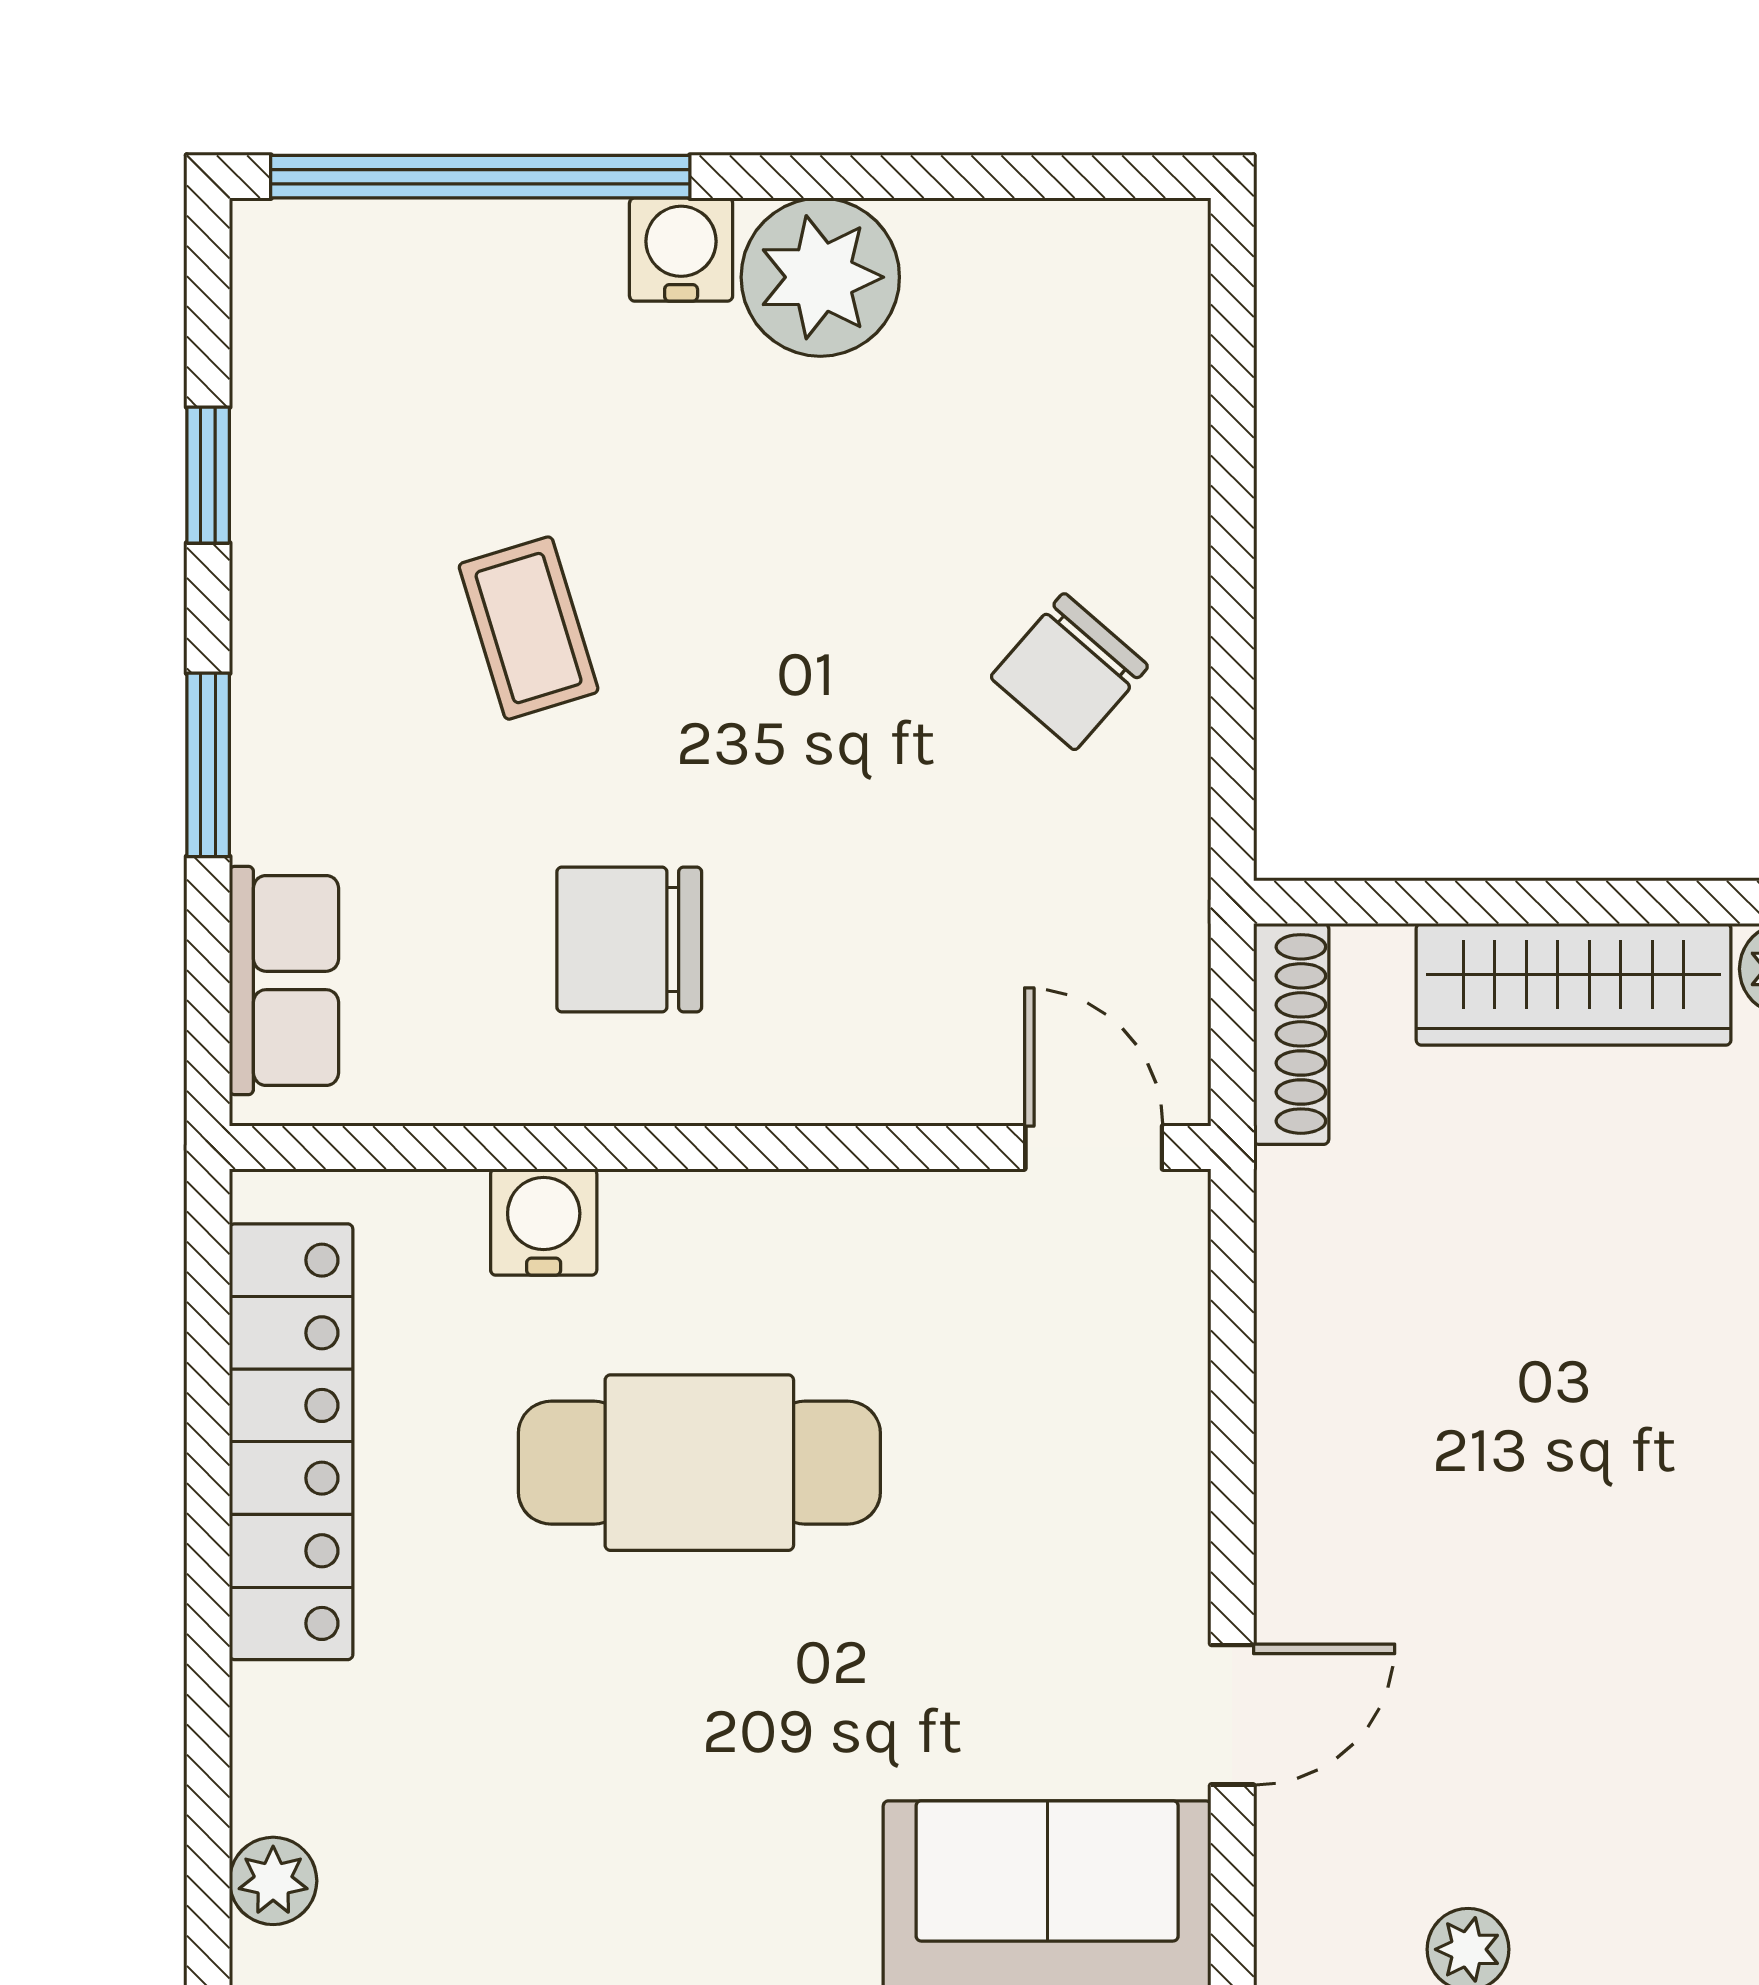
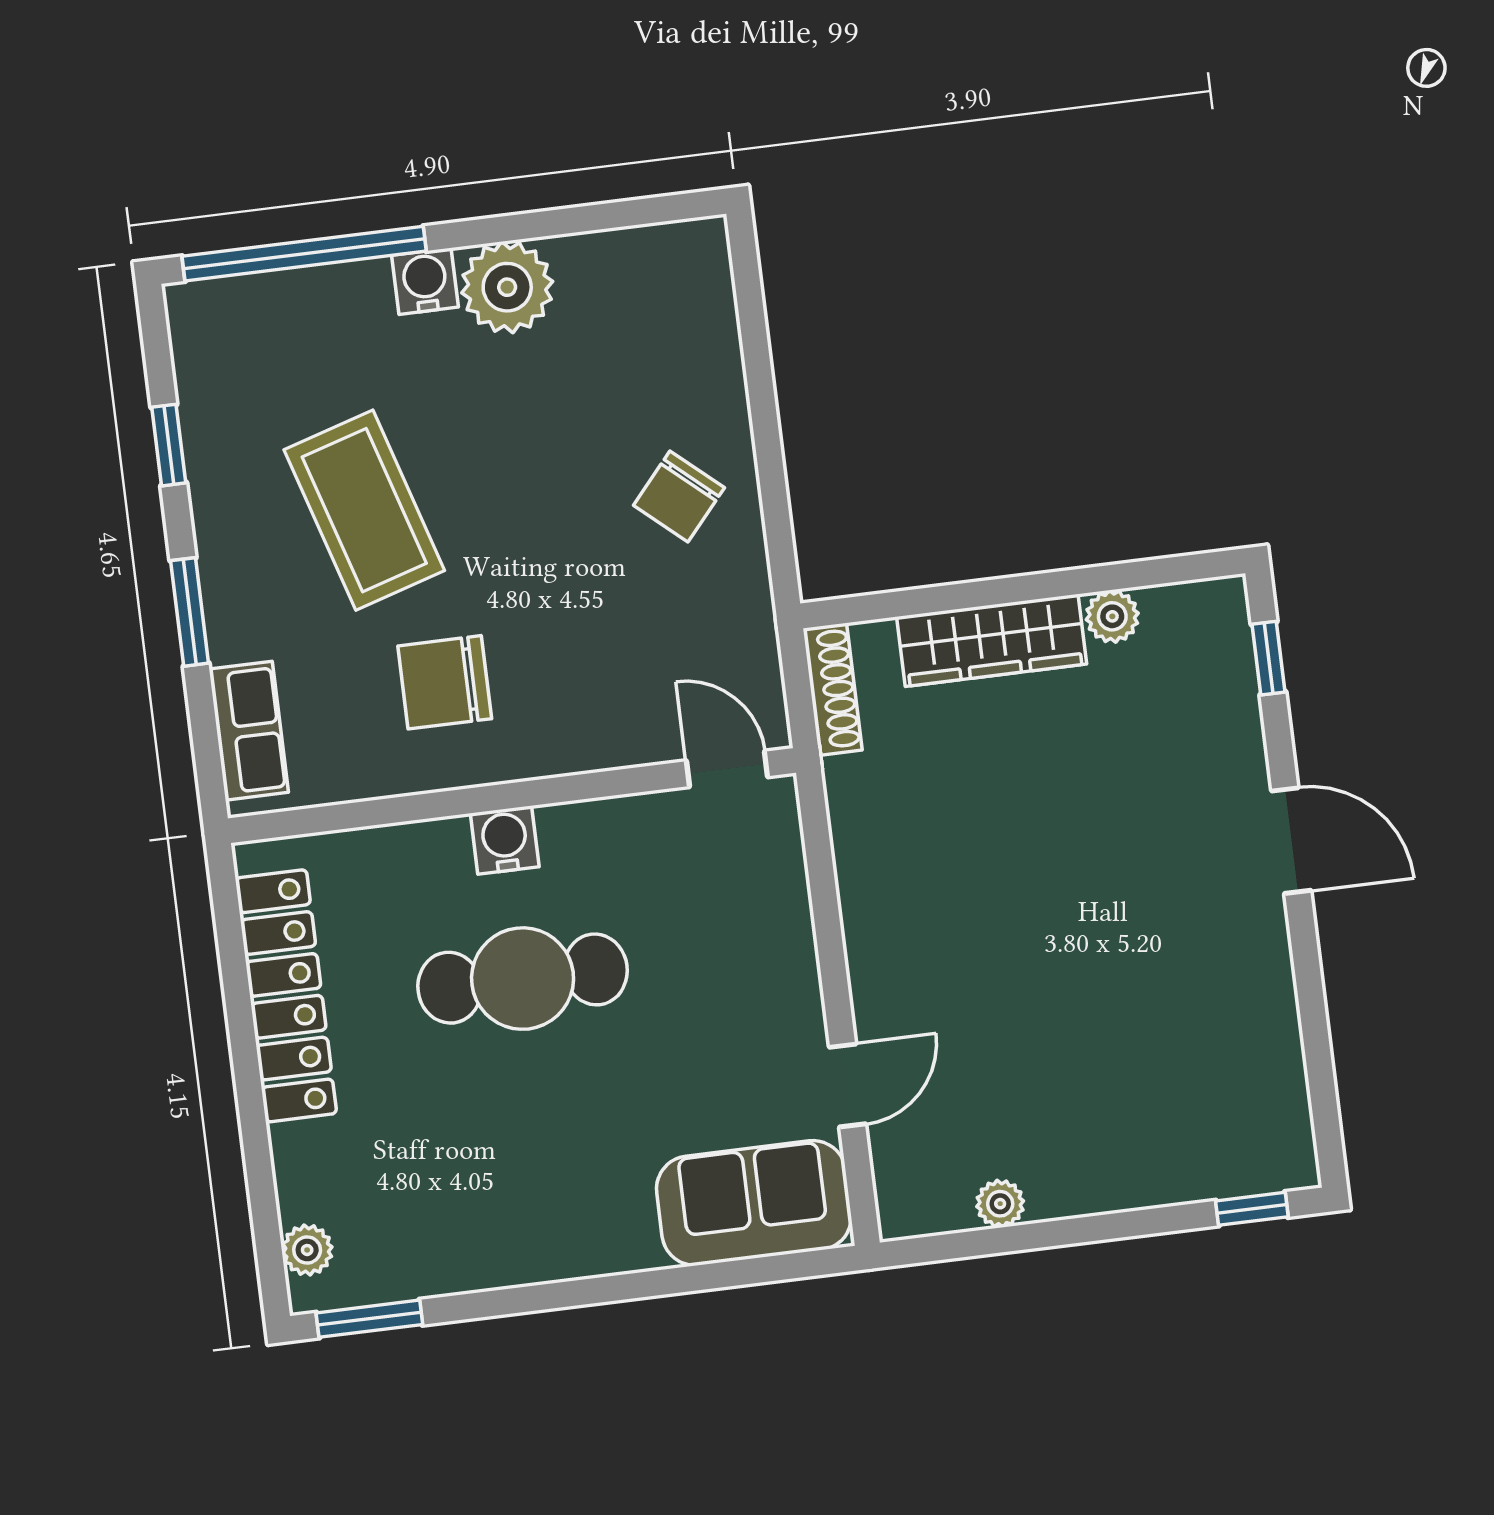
coffee table: (529, 628) -> (364, 510), width x1.86, depth x1.72
water cooler: (544, 1222) -> (505, 840), moved

